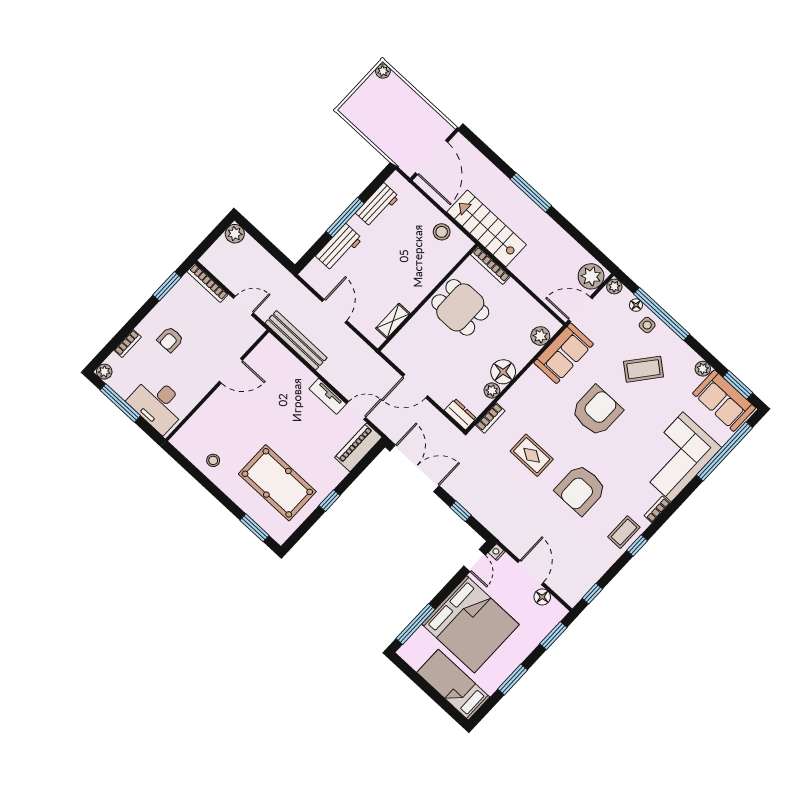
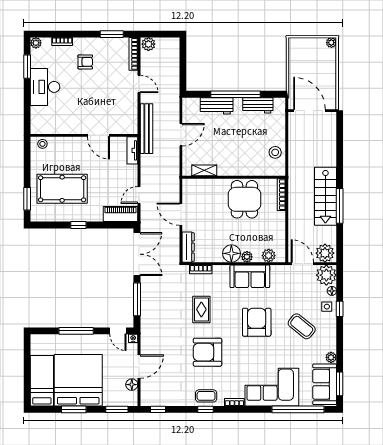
door: (432, 157) -> (309, 111), swing flipped
window: (531, 192) -> (340, 206), moved
window: (345, 217) -> (235, 94), width x1.46
stairs: (487, 228) -> (325, 196), moved, turned 180
plant: (235, 234) -> (148, 44), moved
plant: (614, 286) -> (326, 275), width x1.87, depth x1.87
window: (662, 314) -> (340, 309), width x0.32
armchair: (170, 339) -> (85, 62), turned 180
sofa: (564, 353) -> (250, 276), moved
door: (231, 371) -> (98, 135), moved
wall: (217, 385) -> (84, 135), moved
plant: (492, 390) -> (247, 257), moved
tv unit: (328, 396) -> (132, 150), moved
window: (120, 403) -> (27, 67), width x0.69
door: (356, 410) -> (139, 195), swing flipped
armchair: (597, 411) -> (257, 322), turned -90
dresser: (460, 414) -> (188, 247), width x1.44
pool table: (277, 483) -> (62, 189), turned 90
window: (461, 511) -> (137, 299), width x2.17
door: (475, 560) -> (118, 331), hinge flipped
window: (416, 624) -> (76, 331), moved
bed: (471, 624) -> (78, 380), moved, turned 180

